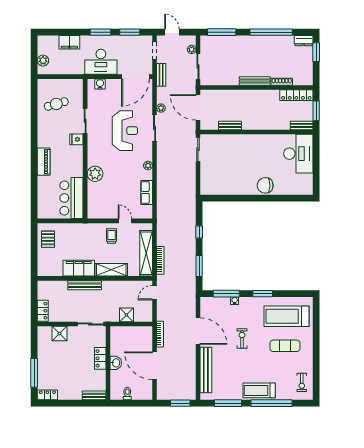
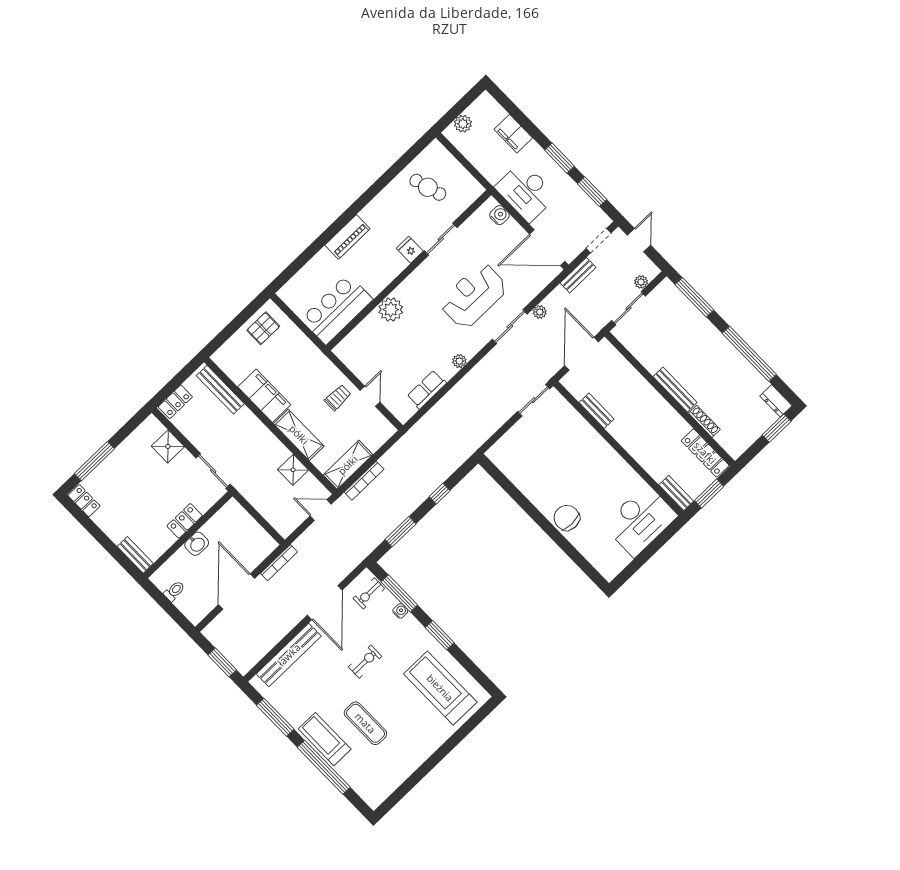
reception desk: (125, 131) -> (474, 296), turned 180
shelving: (146, 253) -> (348, 465), width x0.68
bench: (85, 285) -> (220, 390), moved
shower: (126, 315) -> (293, 470), moved
exercise mat: (285, 346) -> (365, 723), moved
exercise bike: (302, 382) -> (369, 593), moved

